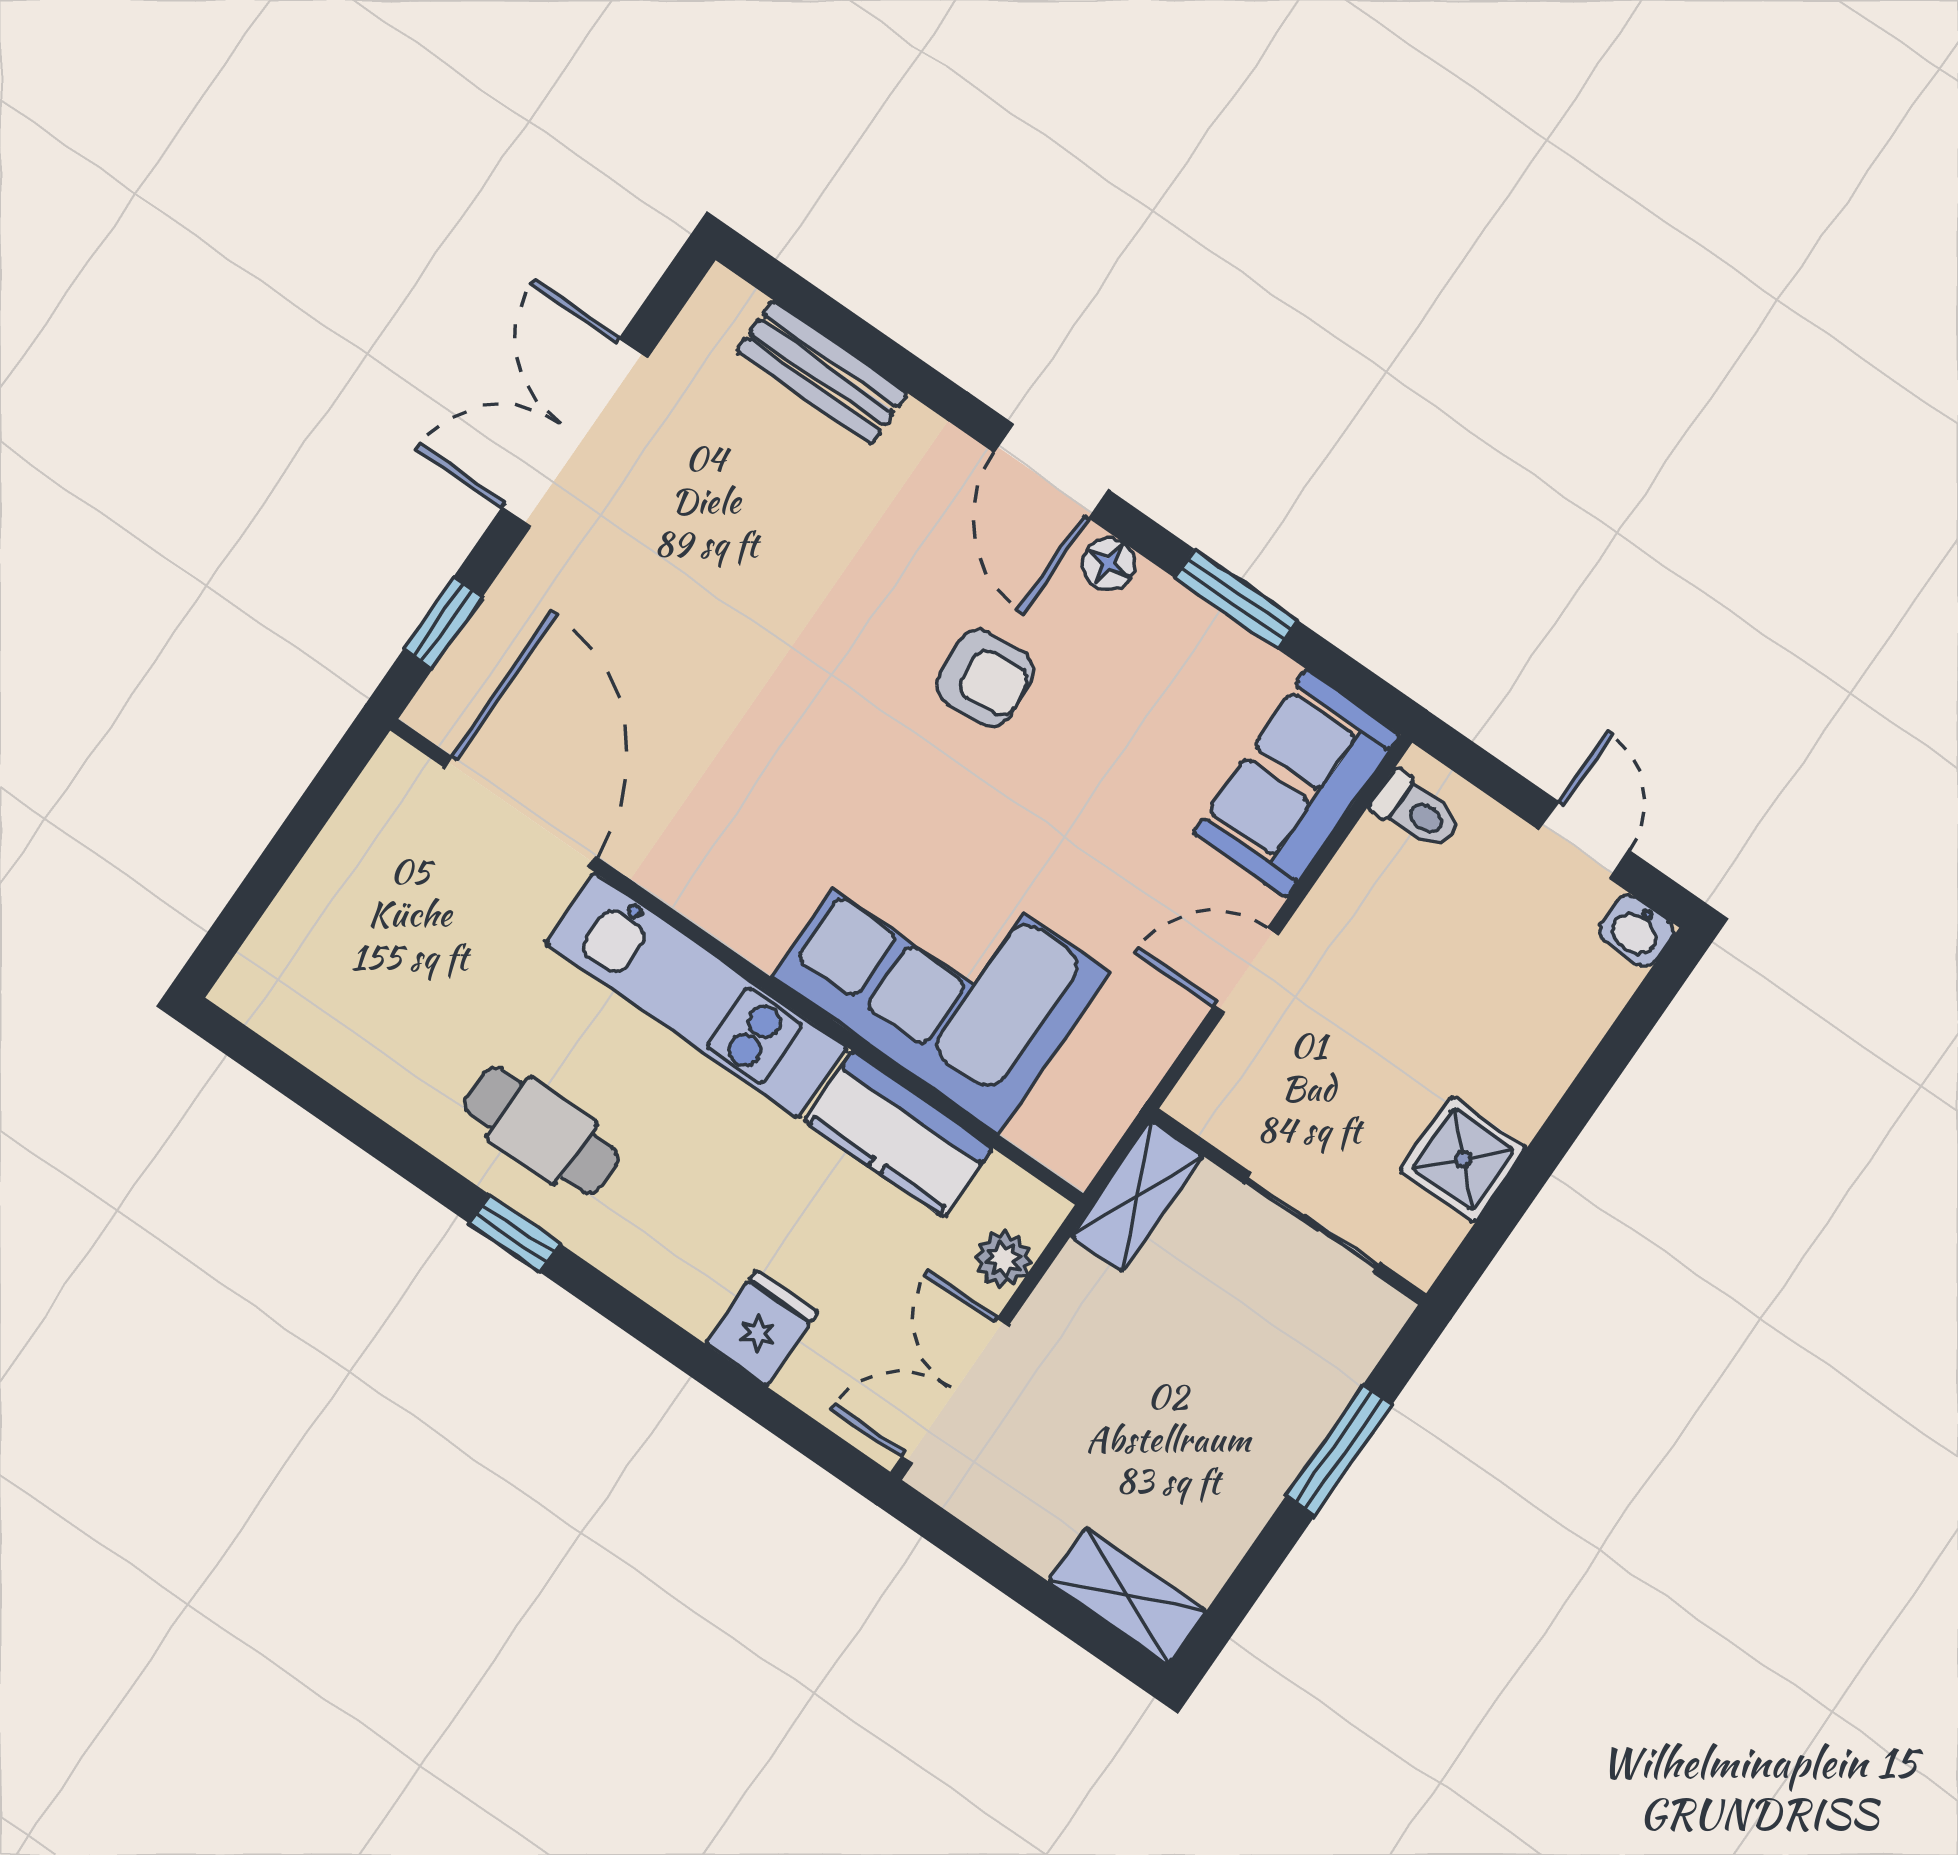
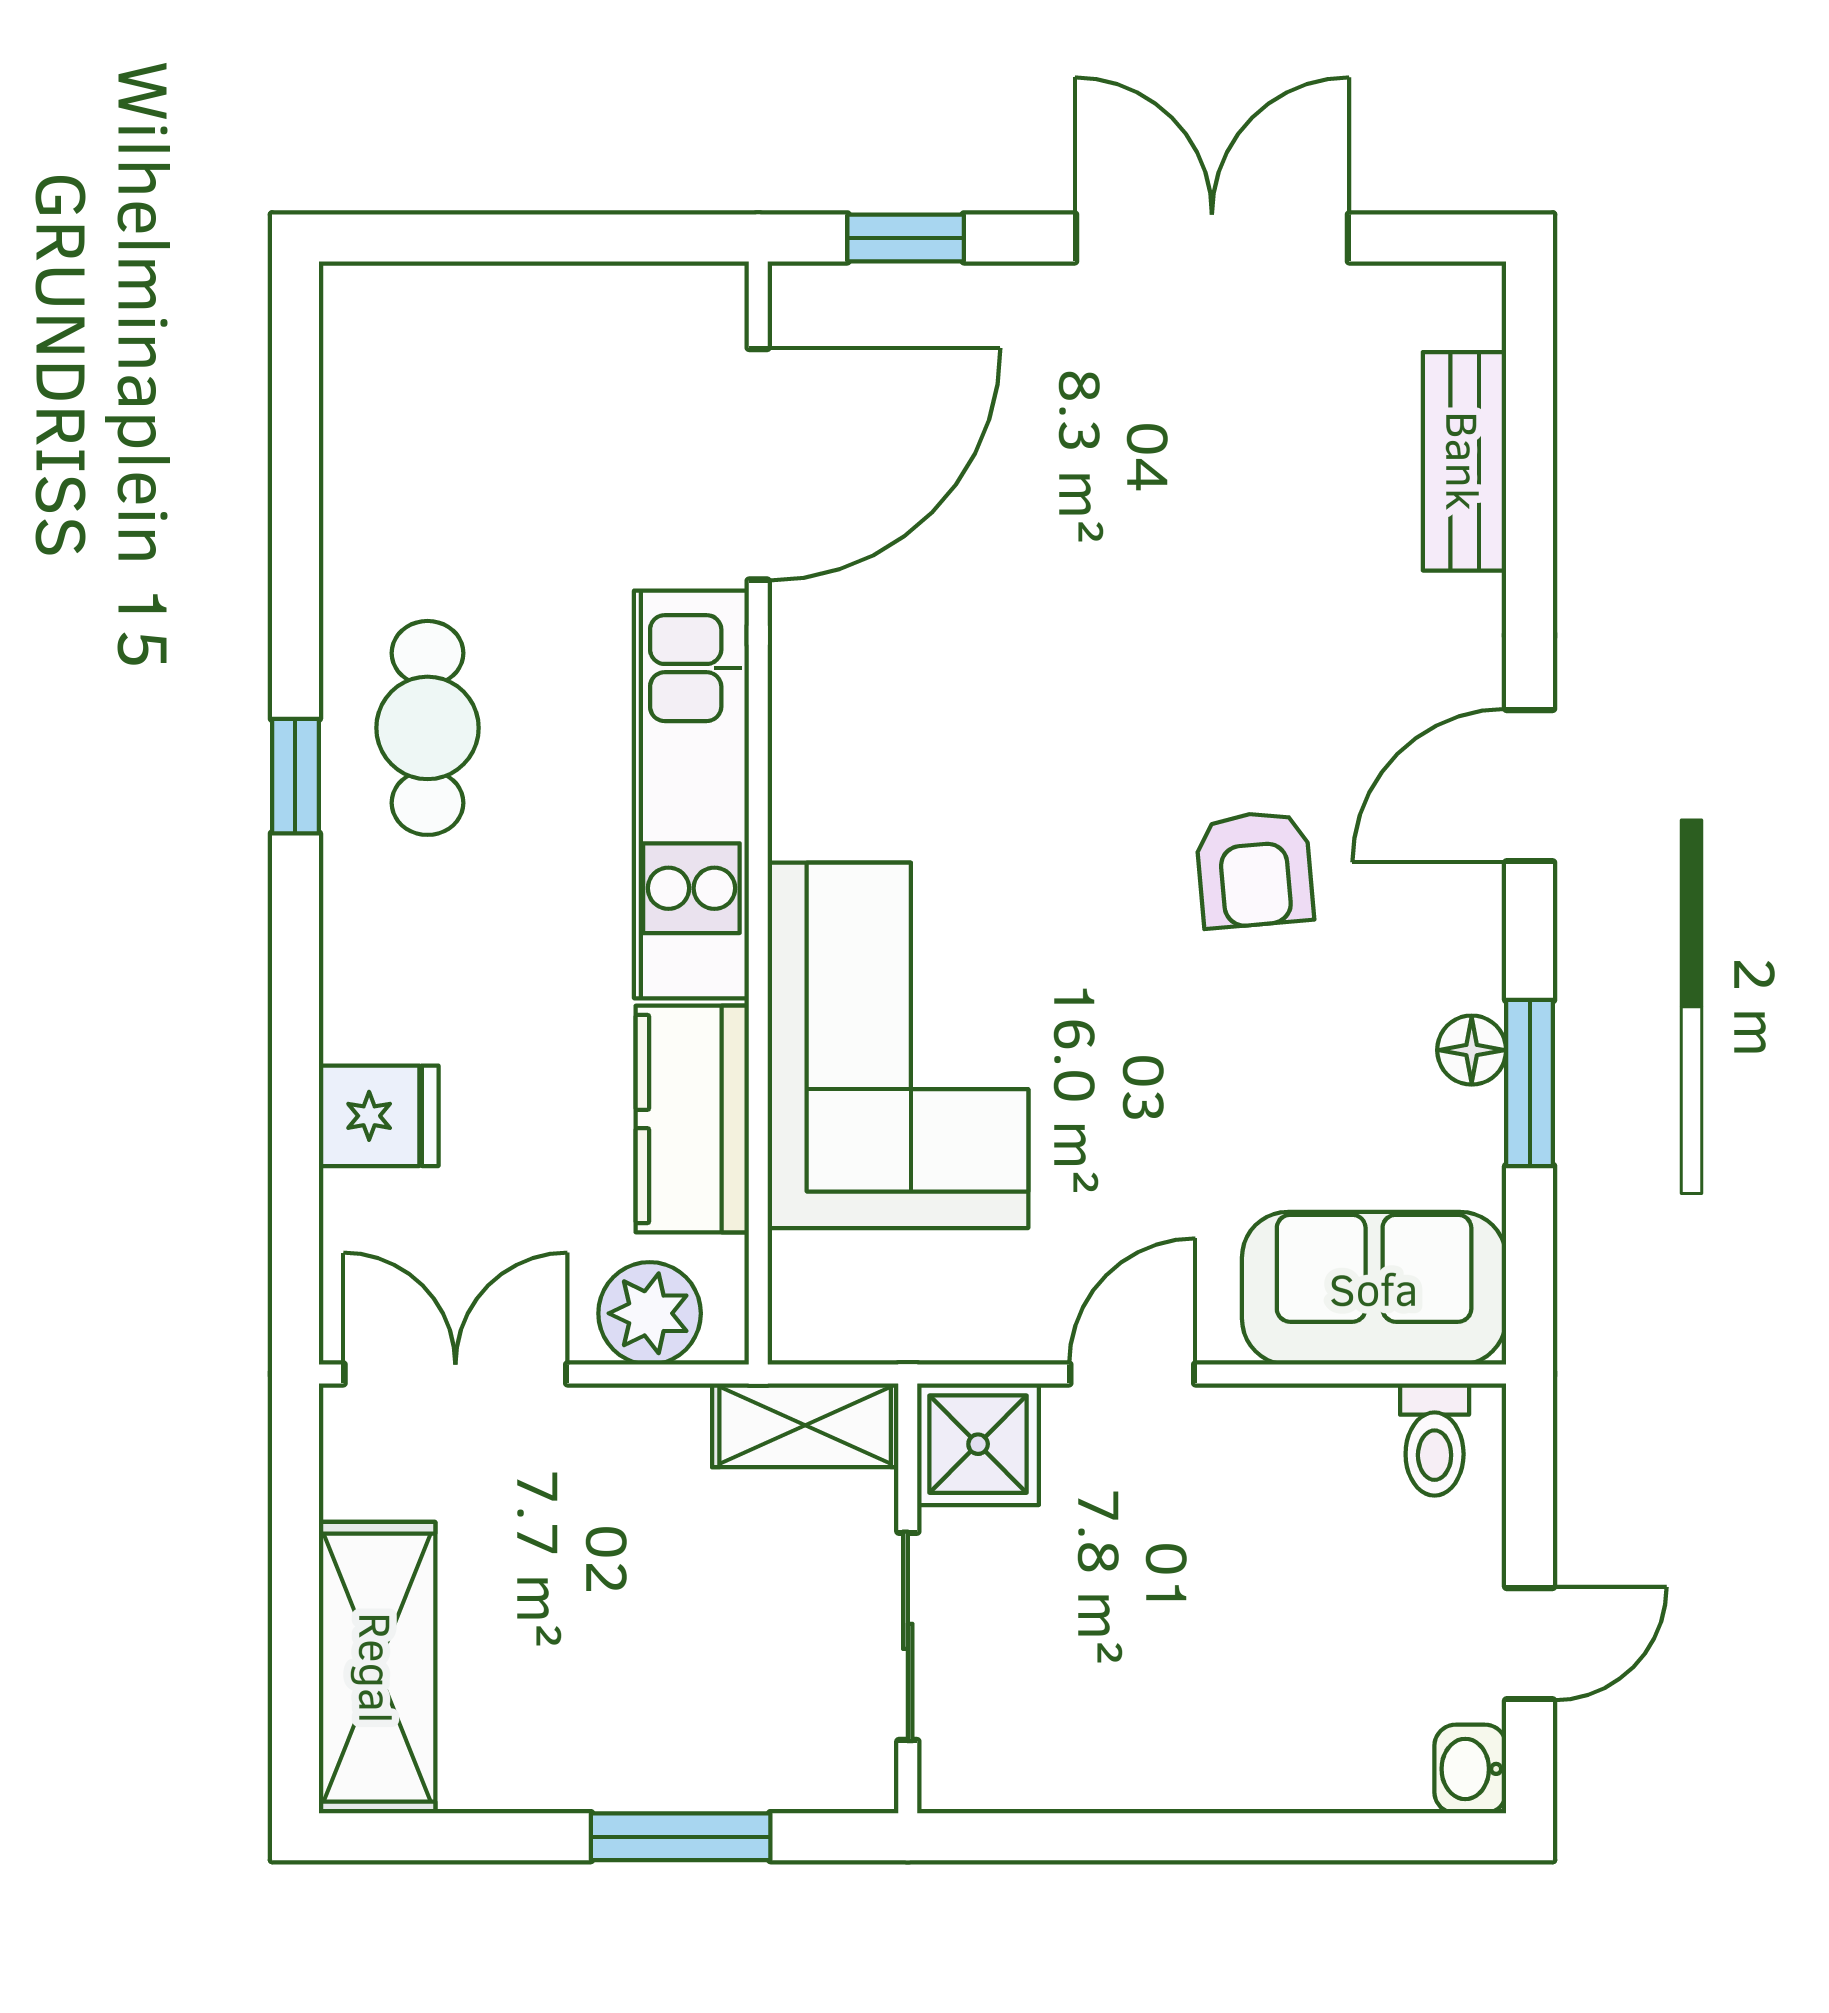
floor lamp: (1109, 564) -> (1472, 1050), moved
door: (1246, 971) -> (1132, 1374), hinge flipped
shower: (1463, 1159) -> (978, 1444), moved
plant: (1003, 1259) -> (650, 1313), width x1.38, depth x1.38
shelving: (1127, 1596) -> (377, 1668), width x1.50, depth x1.33

